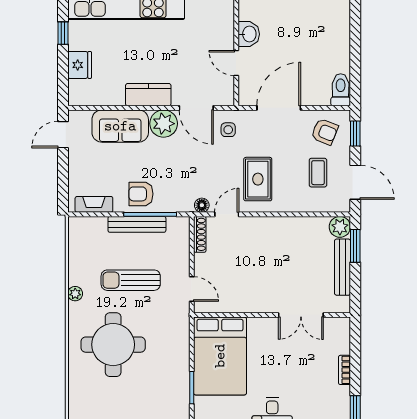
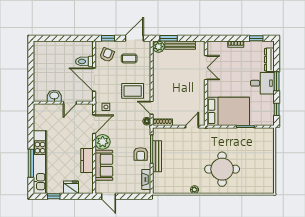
toilet: (341, 90) -> (84, 61), moved
kitchen counter: (148, 95) -> (87, 161), moved
sun lounger: (131, 280) -> (187, 160), removed

